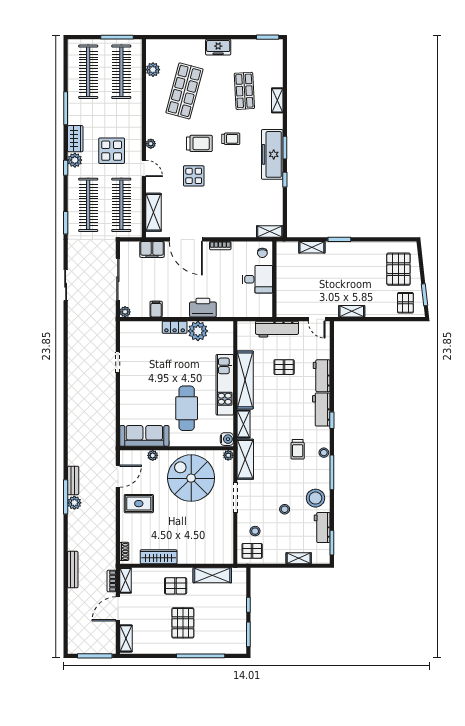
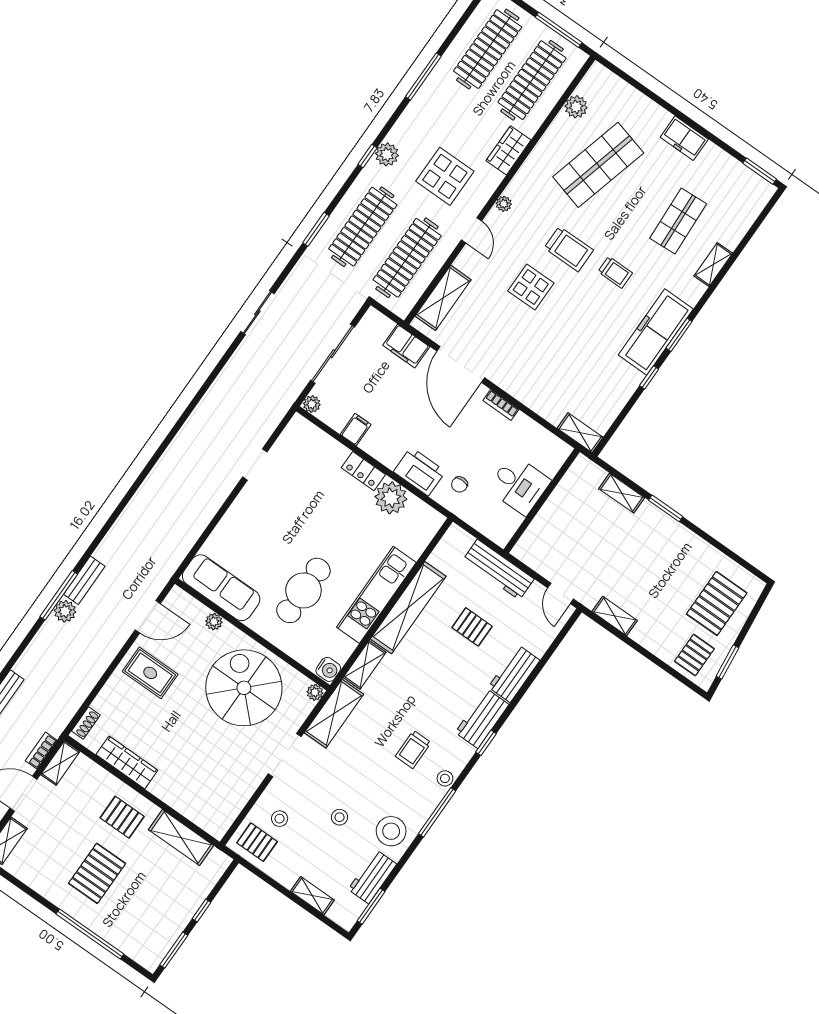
wardrobe: (75, 139) -> (508, 150), moved, turned 180
chair: (262, 253) -> (460, 484), moved

